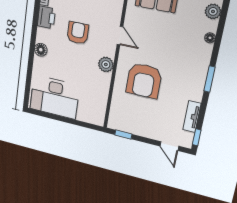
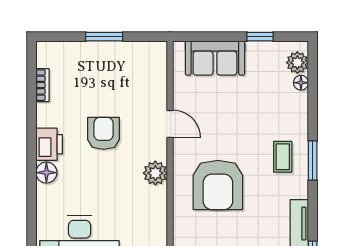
printer: (46, 17) -> (49, 144), moved
floor lamp: (210, 38) -> (301, 83), moved
coffee table: (190, 72) -> (283, 157), added

